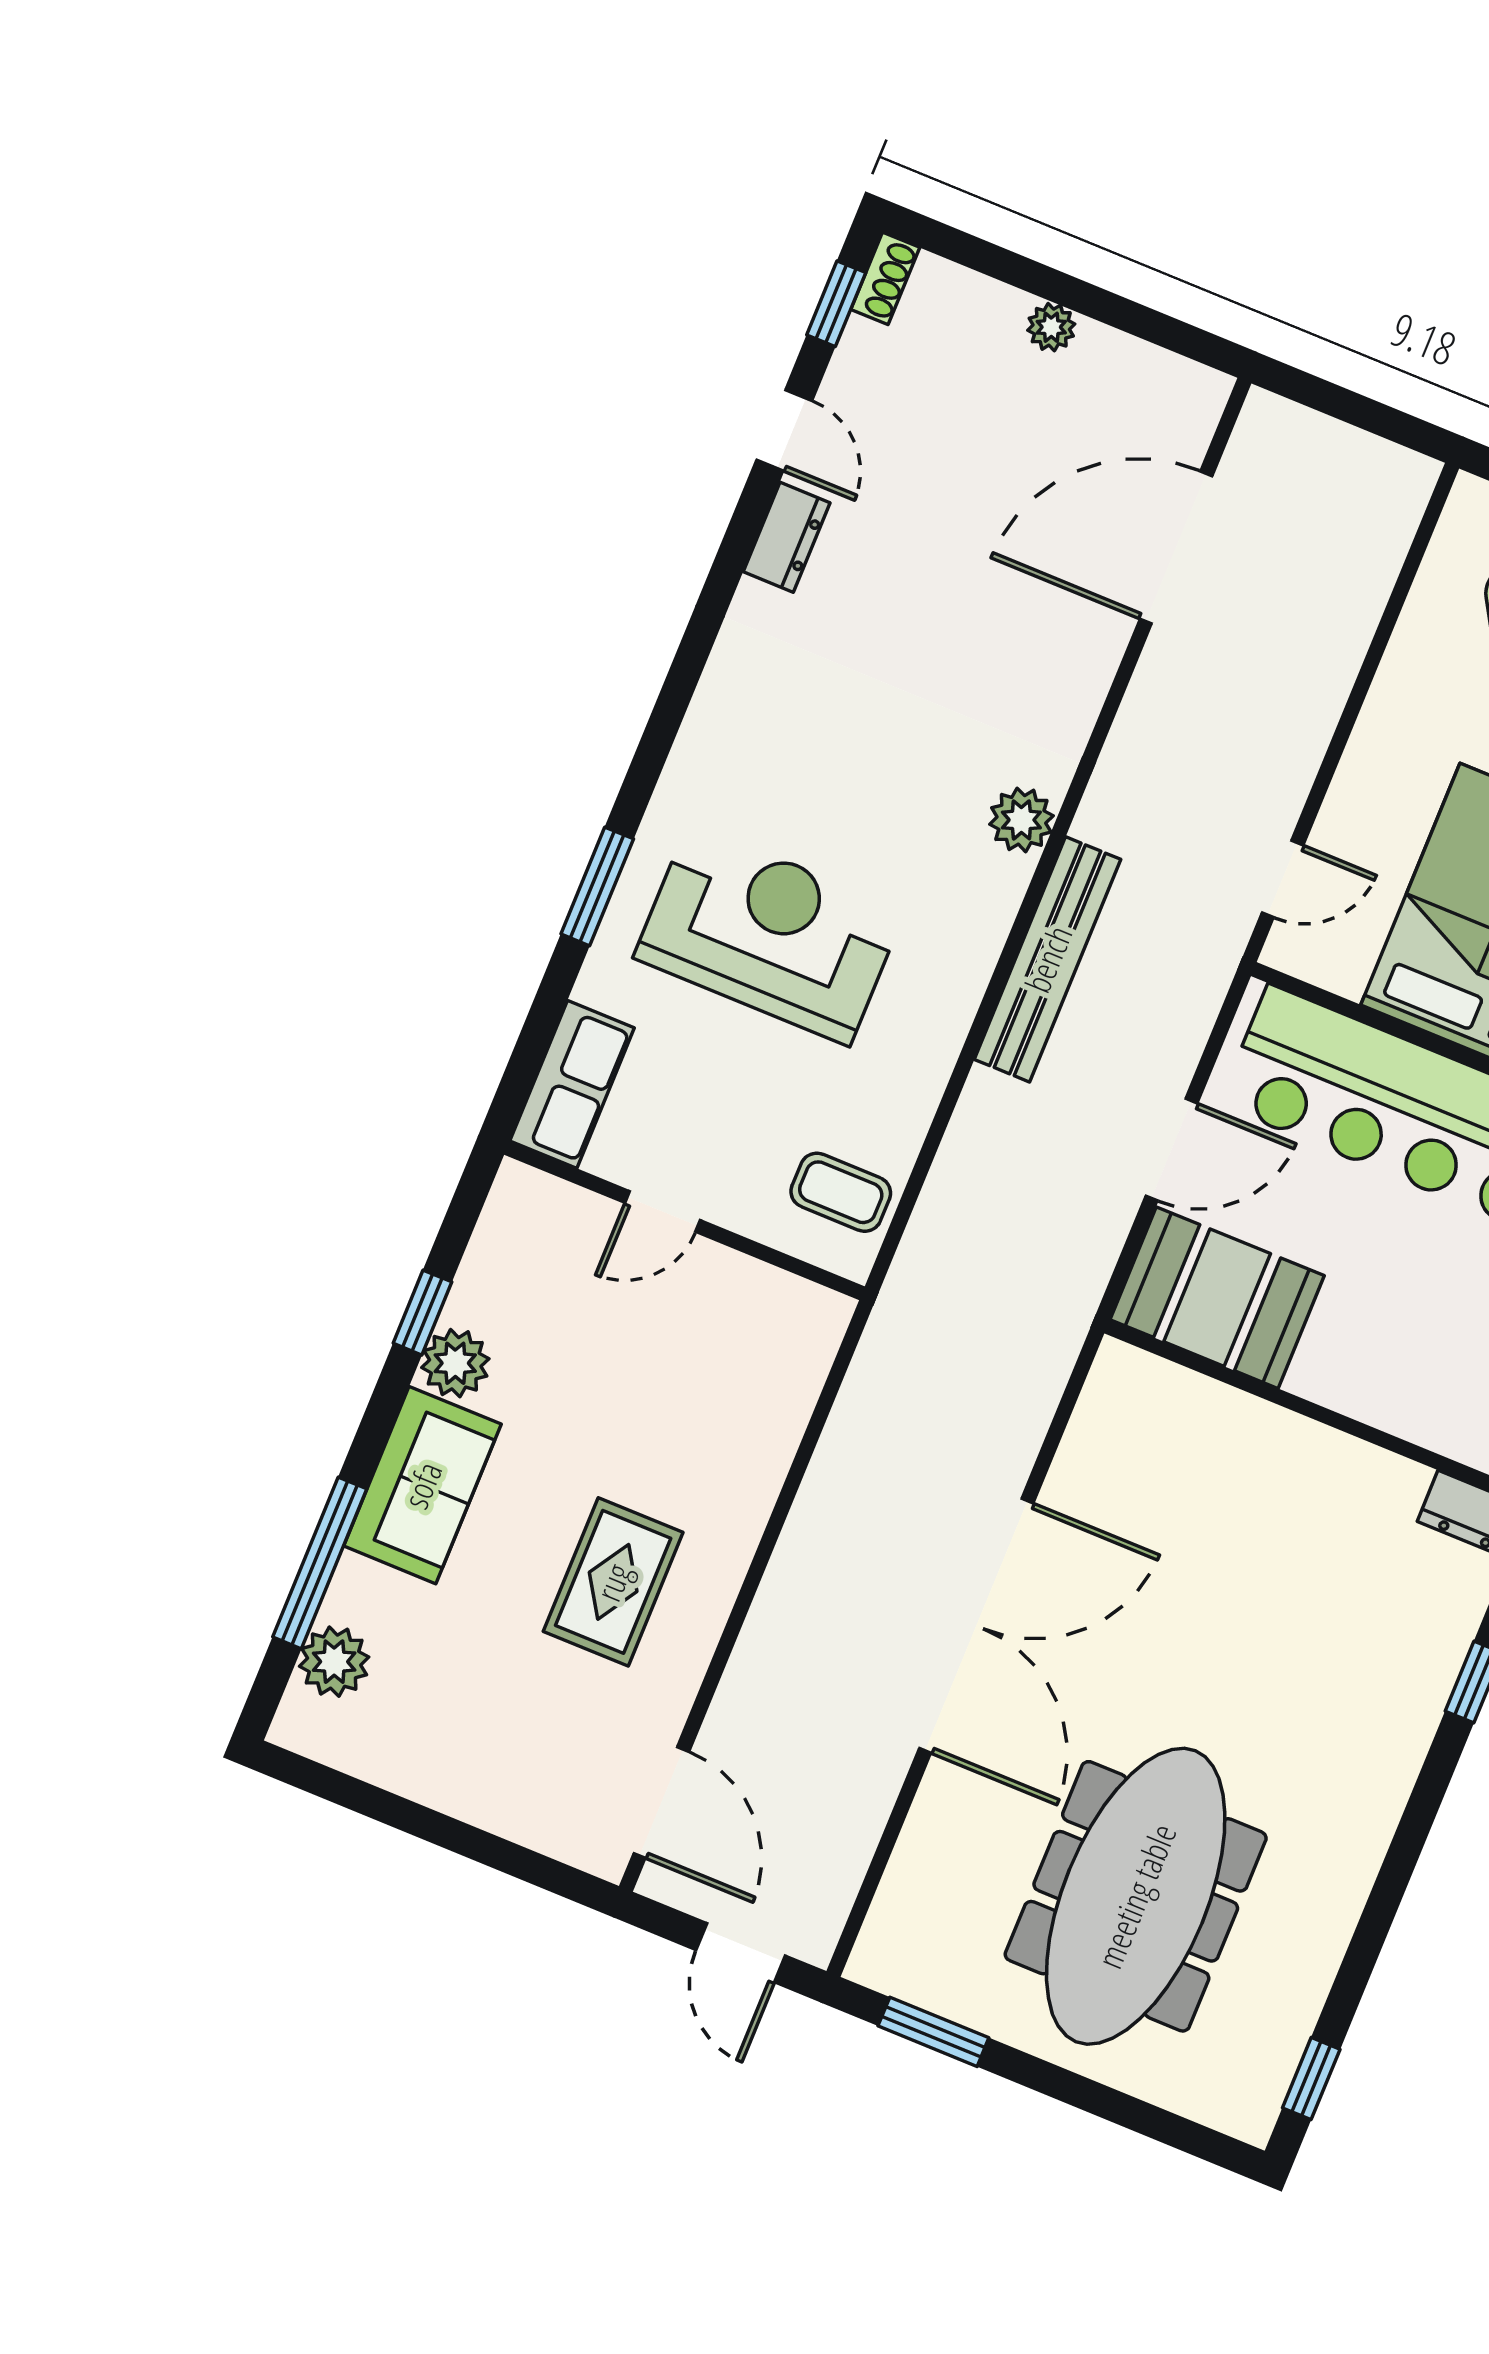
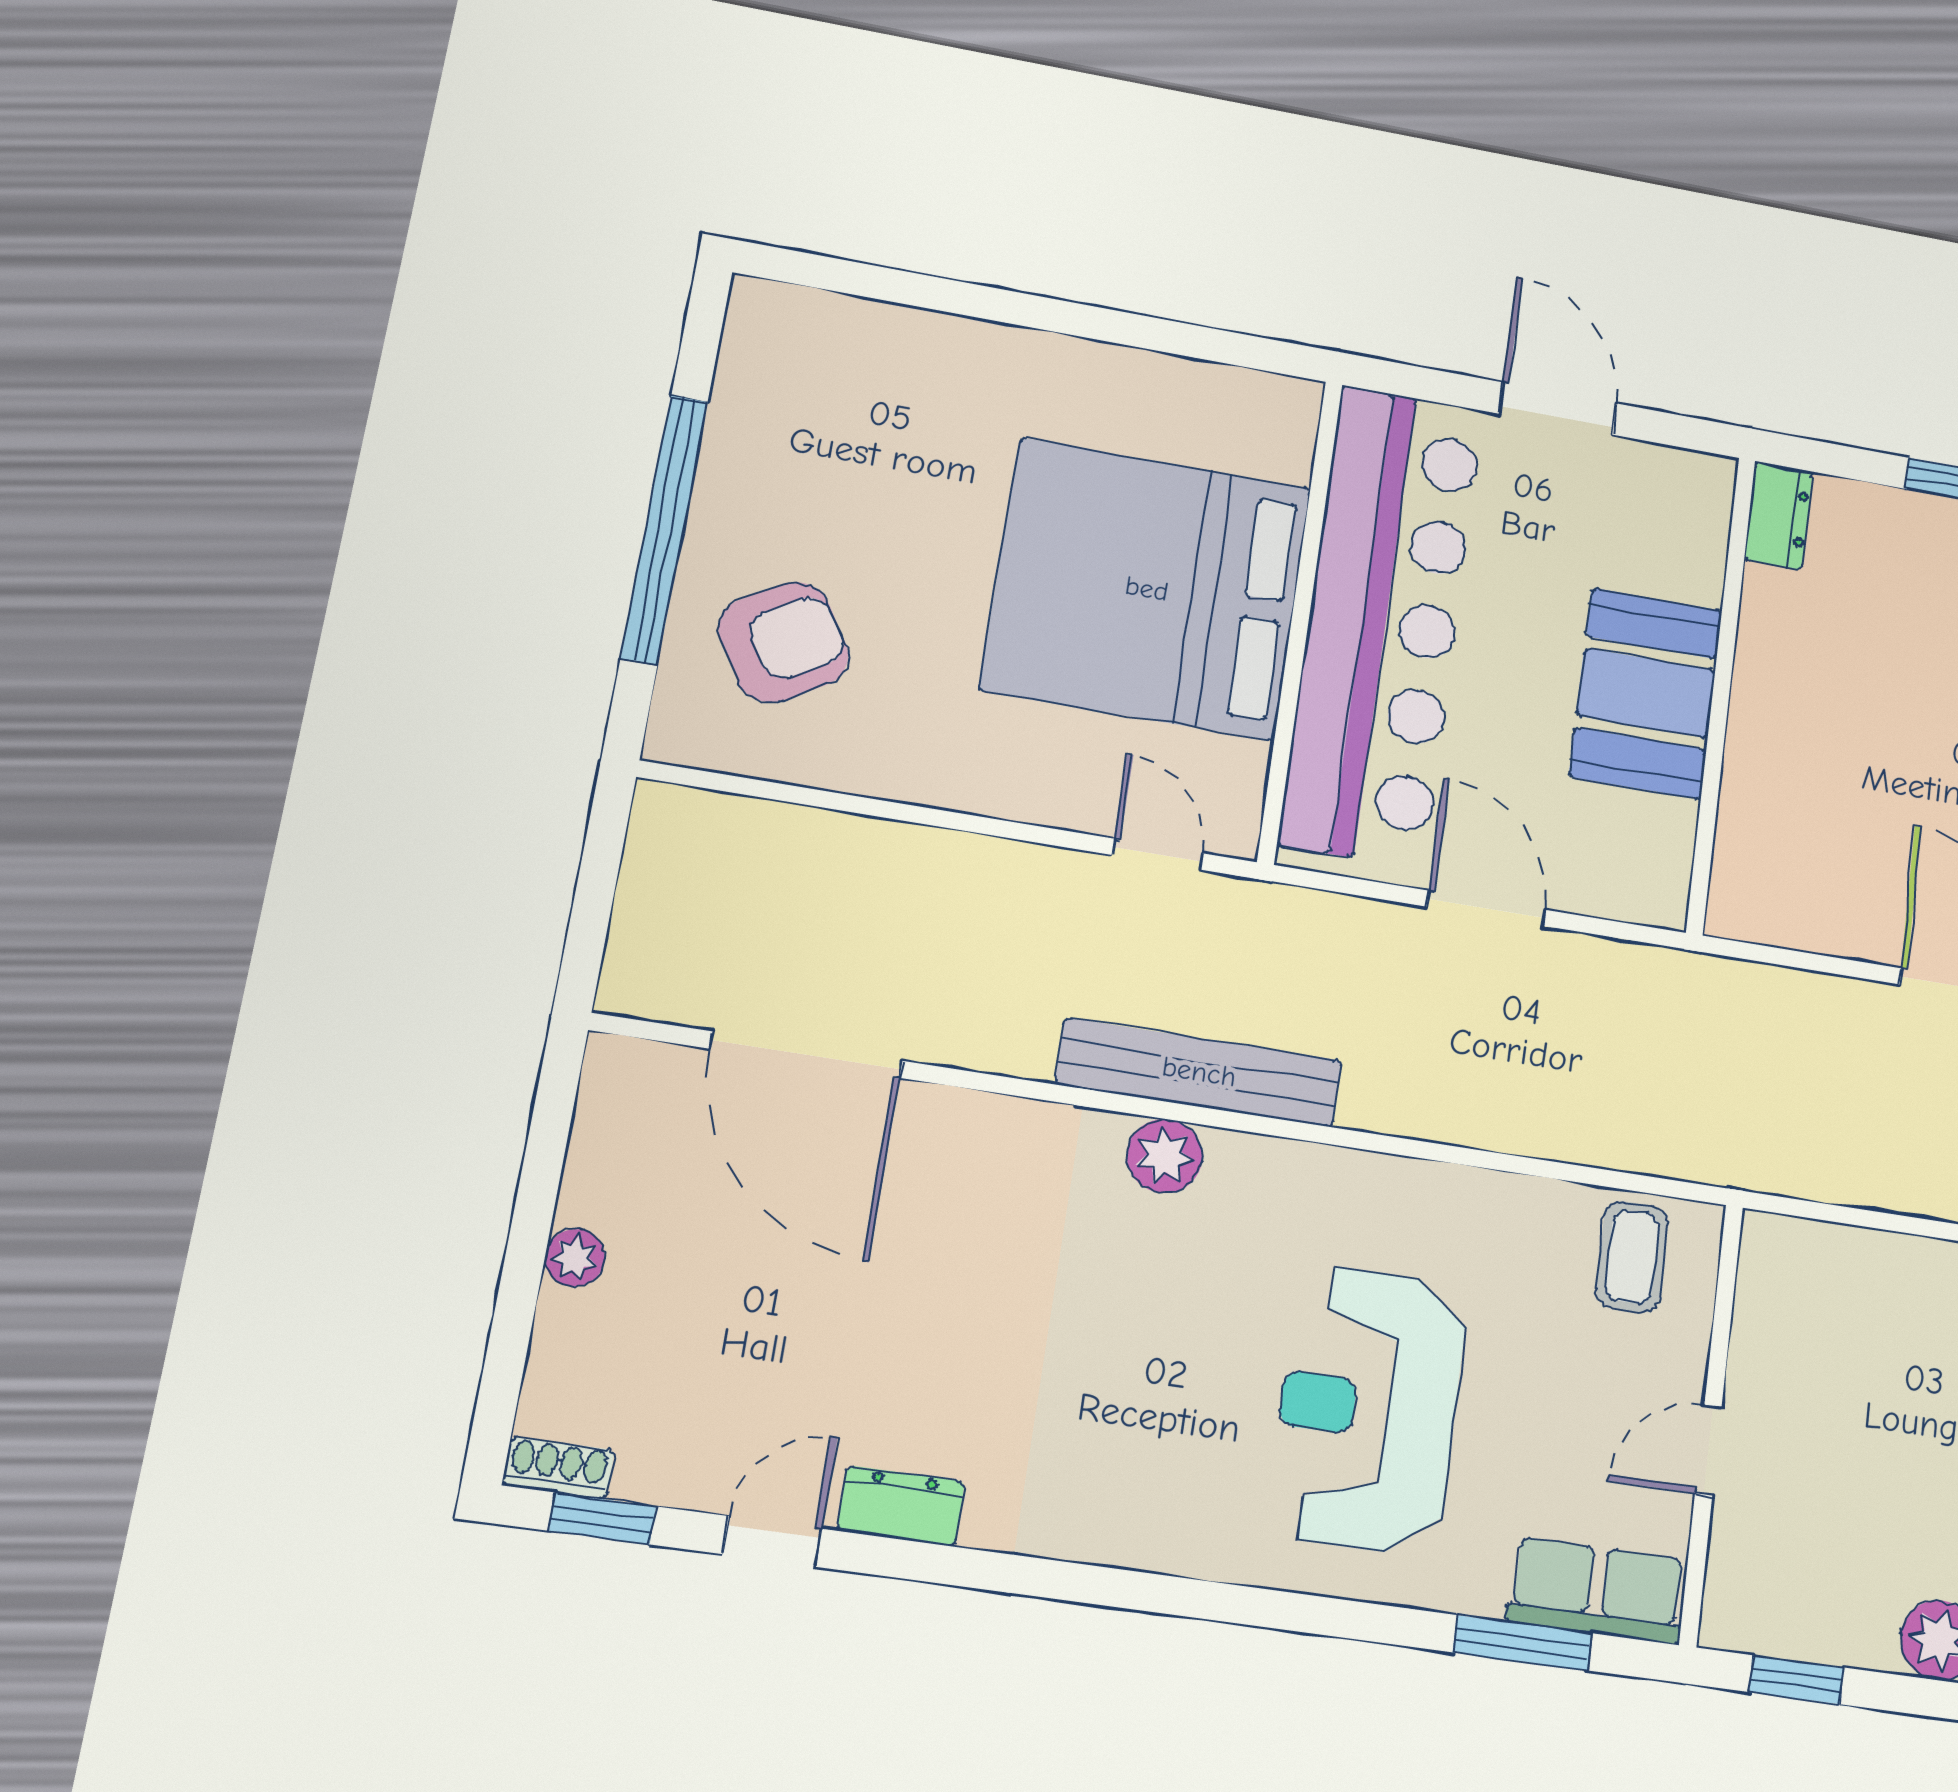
window: (597, 886) -> (1522, 1643), moved
bench: (1048, 959) -> (1199, 1072), moved
door: (663, 1212) -> (1708, 1450), swing flipped
booth: (1217, 1298) -> (1646, 693), moved
window: (422, 1313) -> (1796, 1680), moved

